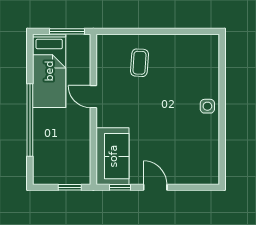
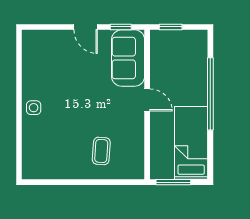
door: (93, 97) -> (147, 100), moved

